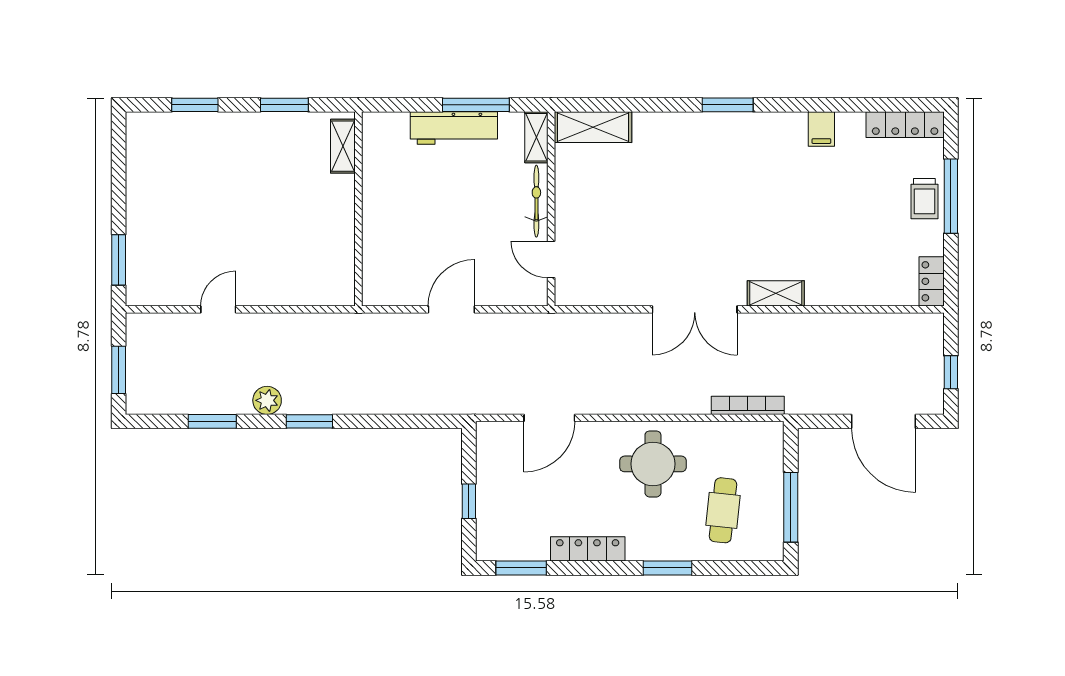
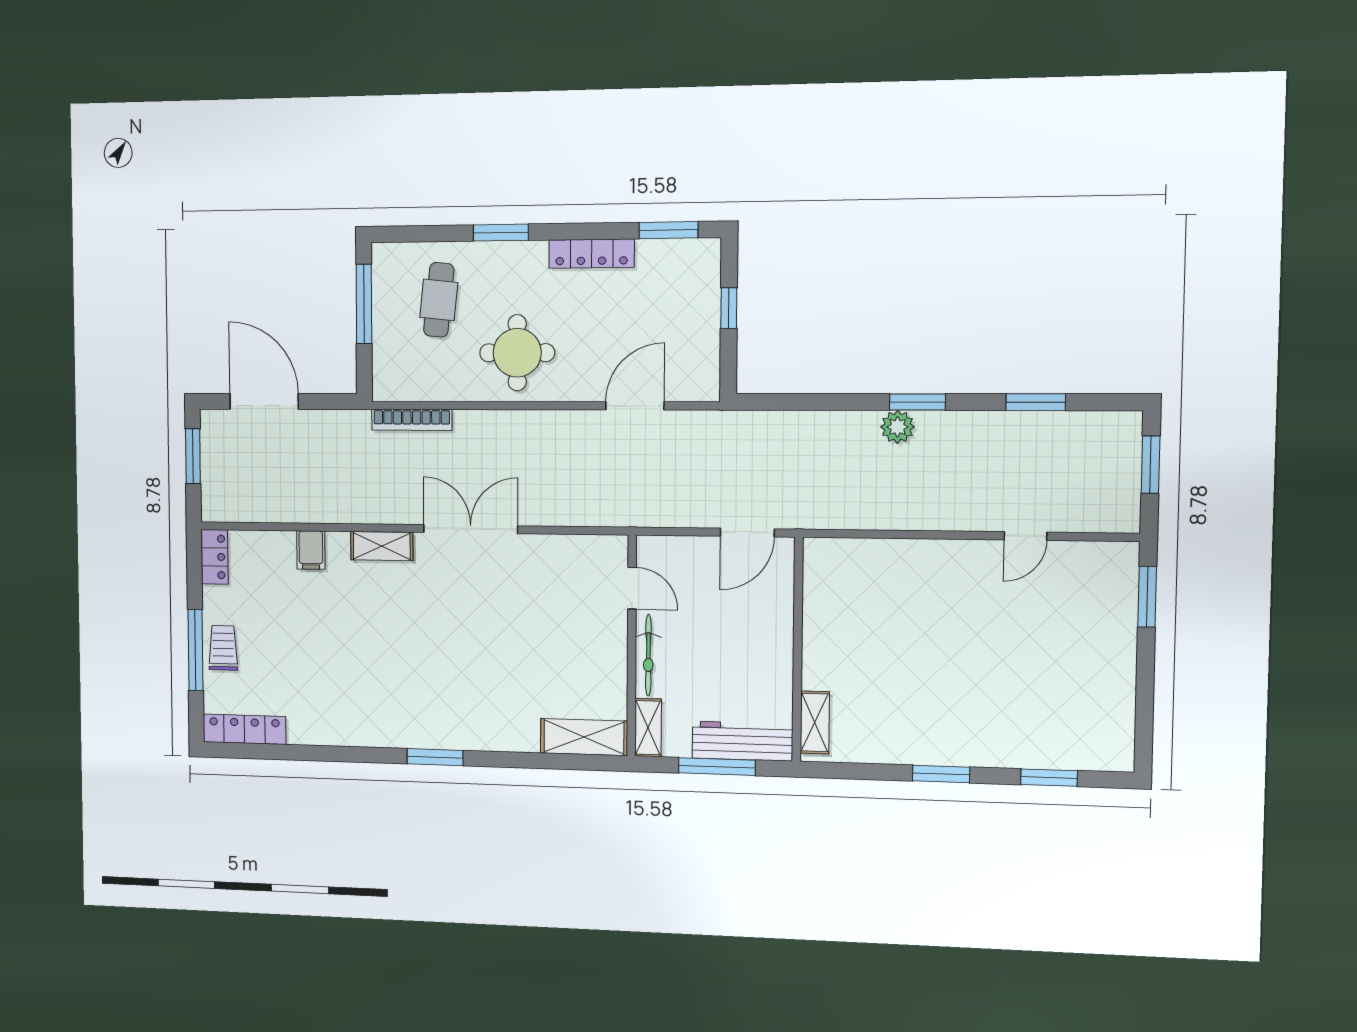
filing cabinet: (821, 129) -> (311, 550), moved, turned 180
shelving: (343, 146) -> (815, 722), moved
wall: (358, 209) -> (798, 650), moved
window: (951, 372) -> (193, 456), width x1.50
plant: (267, 400) -> (898, 427), moved

